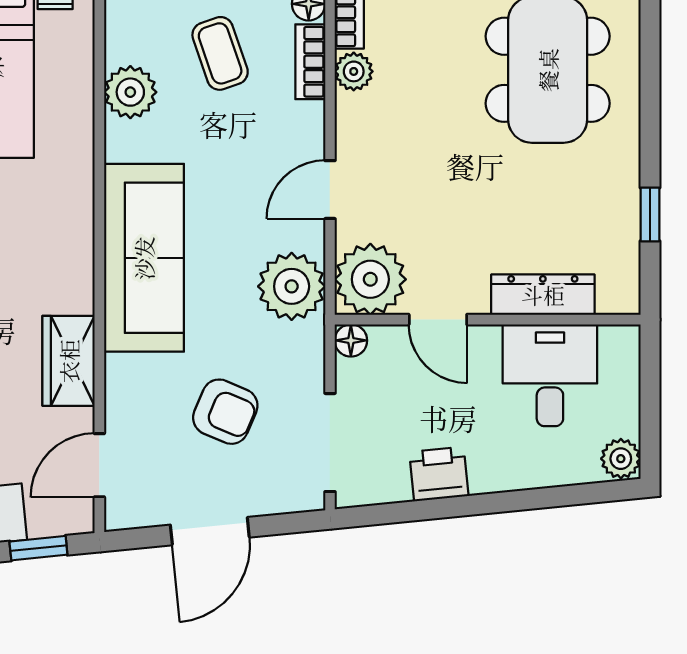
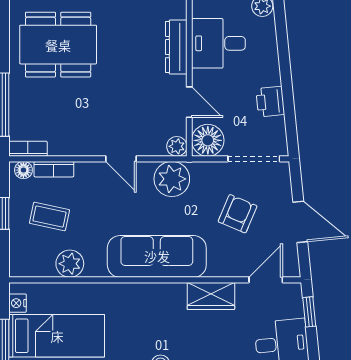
coffee table: (220, 53) -> (49, 217), turned 31
plant: (354, 71) -> (59, 146), removed
plant: (370, 279) -> (177, 146), width x0.53, depth x0.53
door: (438, 320) -> (189, 102), hinge flipped
floor lamp: (351, 340) -> (208, 140), width x1.89, depth x1.89
door: (99, 465) -> (266, 280), swing flipped

